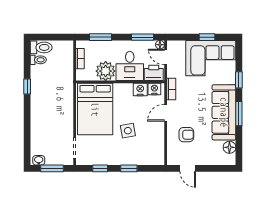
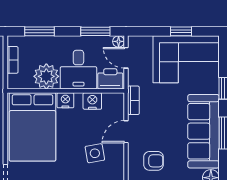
nightstand: (154, 89) -> (65, 100), moved
side table: (128, 131) -> (95, 153), moved

